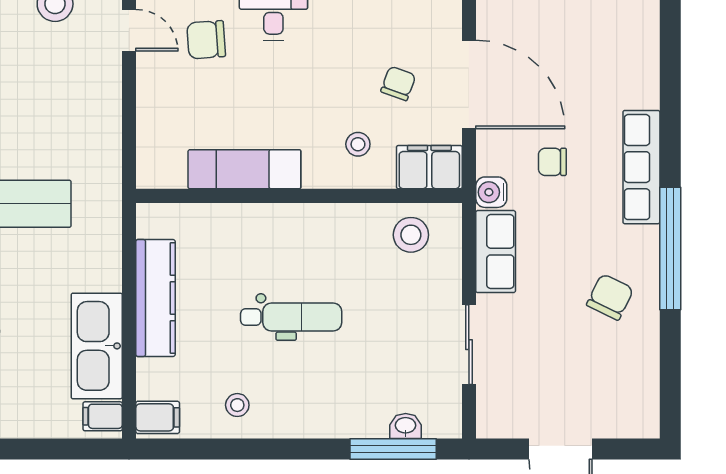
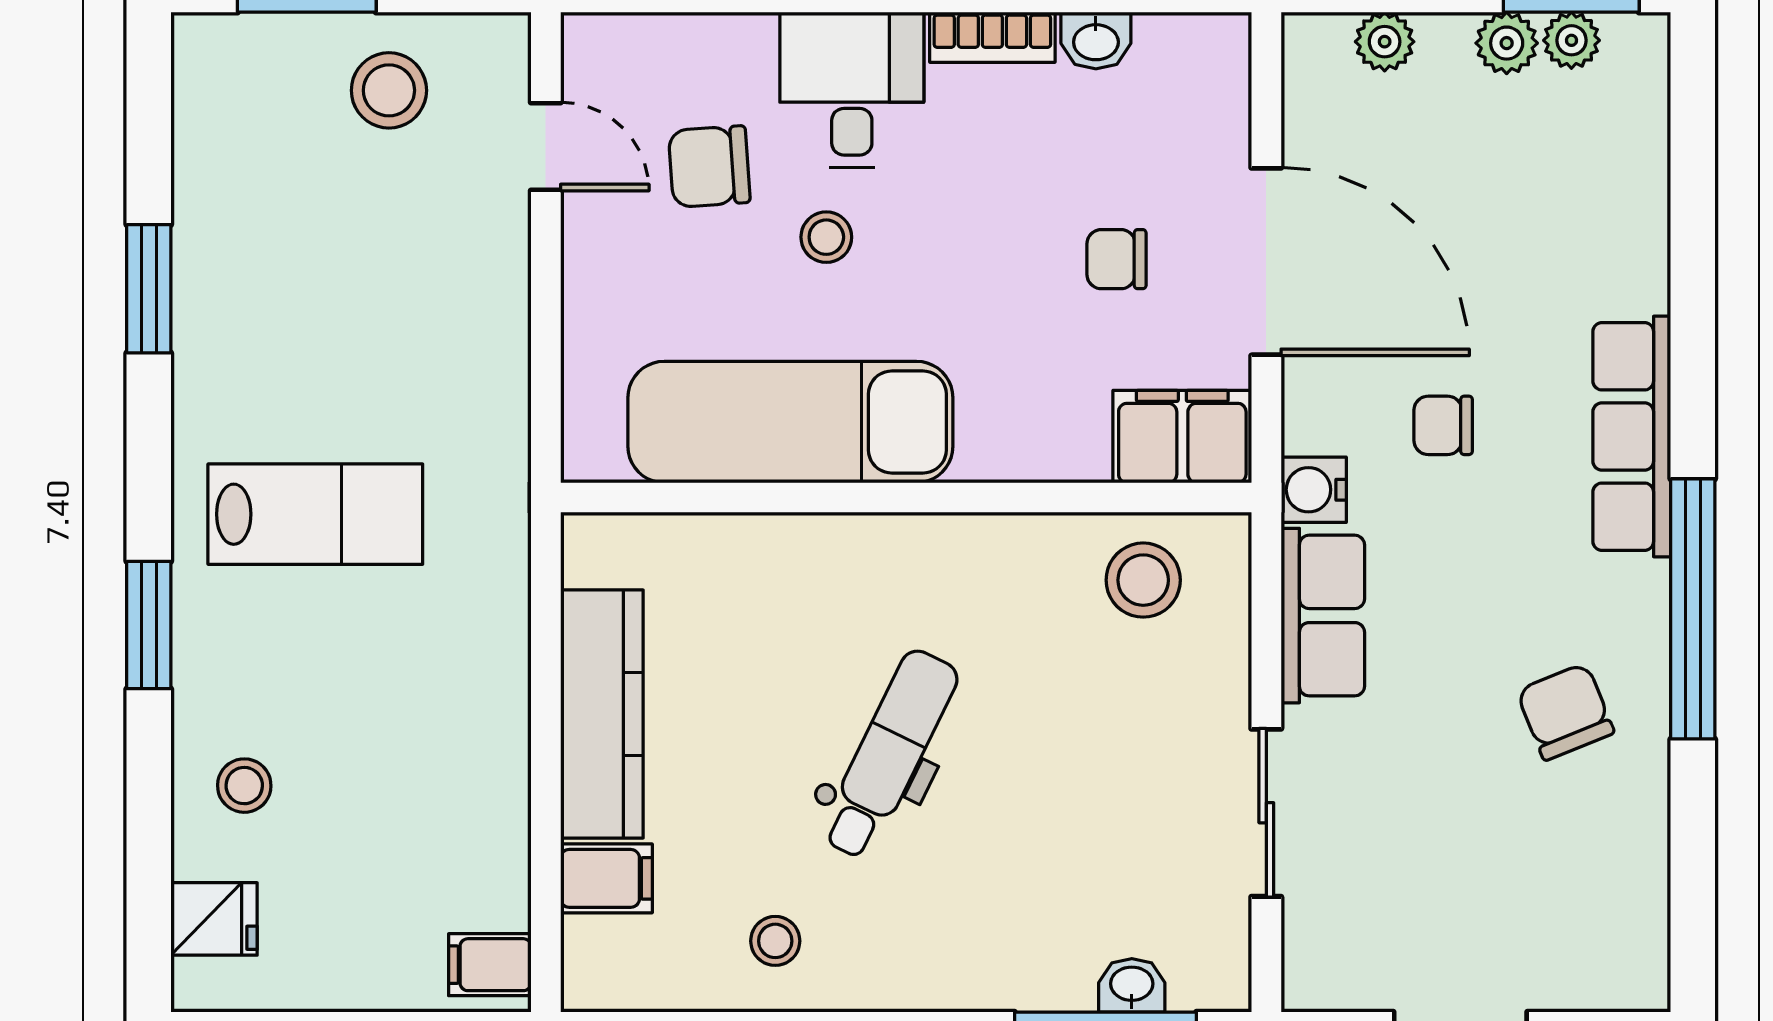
chair: (398, 83) -> (1116, 259), turned -110
stool: (358, 144) -> (826, 237), moved
exam couch: (244, 169) -> (790, 422), width x1.36, depth x1.45
chair: (610, 297) -> (1565, 712), turned -48
dental chair: (291, 317) -> (889, 754), turned -64
kitchen sink: (97, 346) -> (477, 816), removed
filing cabinet: (158, 417) -> (606, 878), moved

